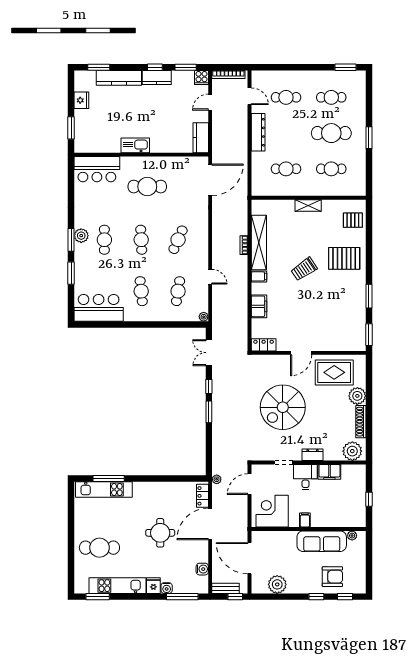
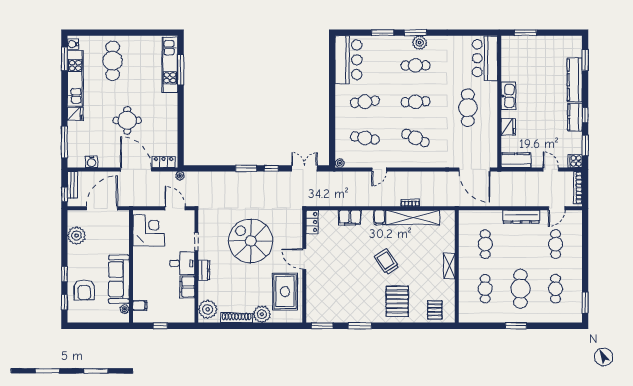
fridge: (81, 100) -> (508, 127), moved, turned -90
filing cabinet: (305, 520) -> (140, 306), moved
water cooler: (167, 588) -> (73, 44), moved

